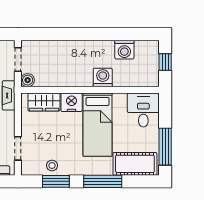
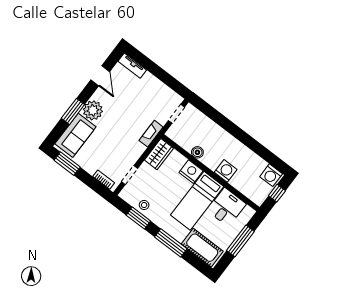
washing machine: (124, 50) -> (271, 175), moved
boiler: (28, 80) -> (197, 152), moved
wardrobe: (44, 102) -> (159, 154), moved, turned -90
desk: (143, 110) -> (227, 207), moved
window: (165, 147) -> (240, 241), moved

